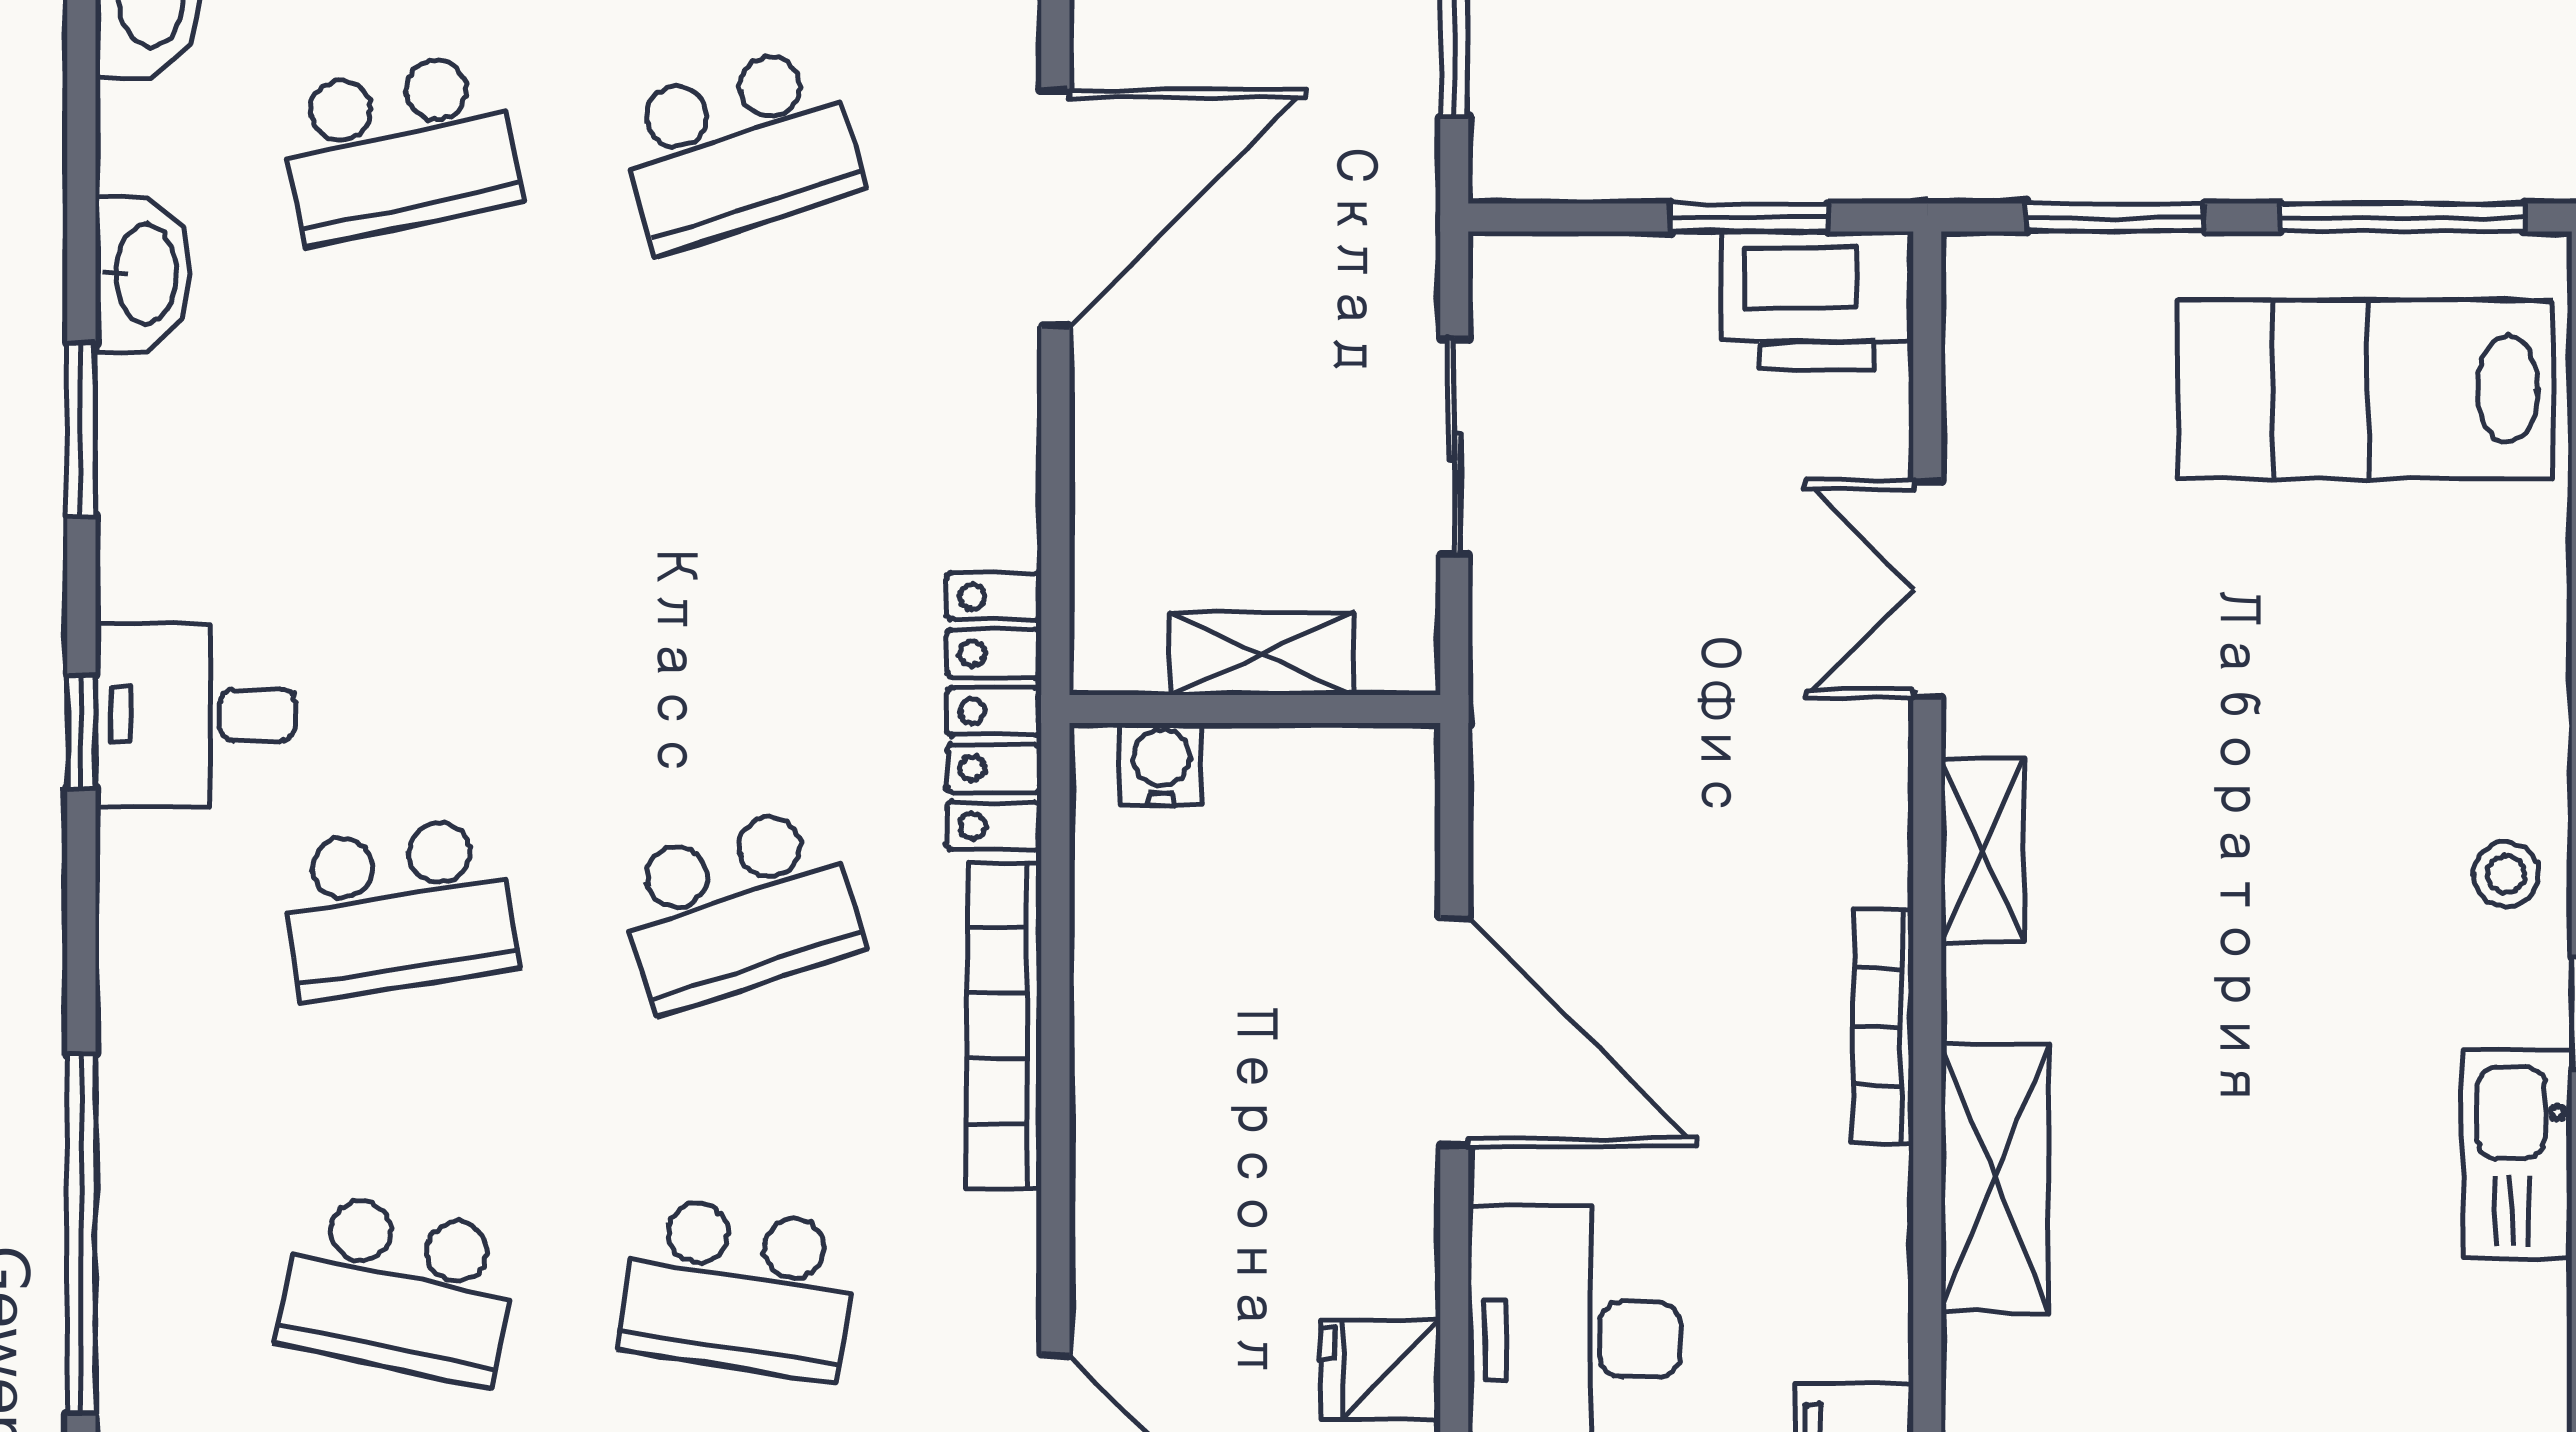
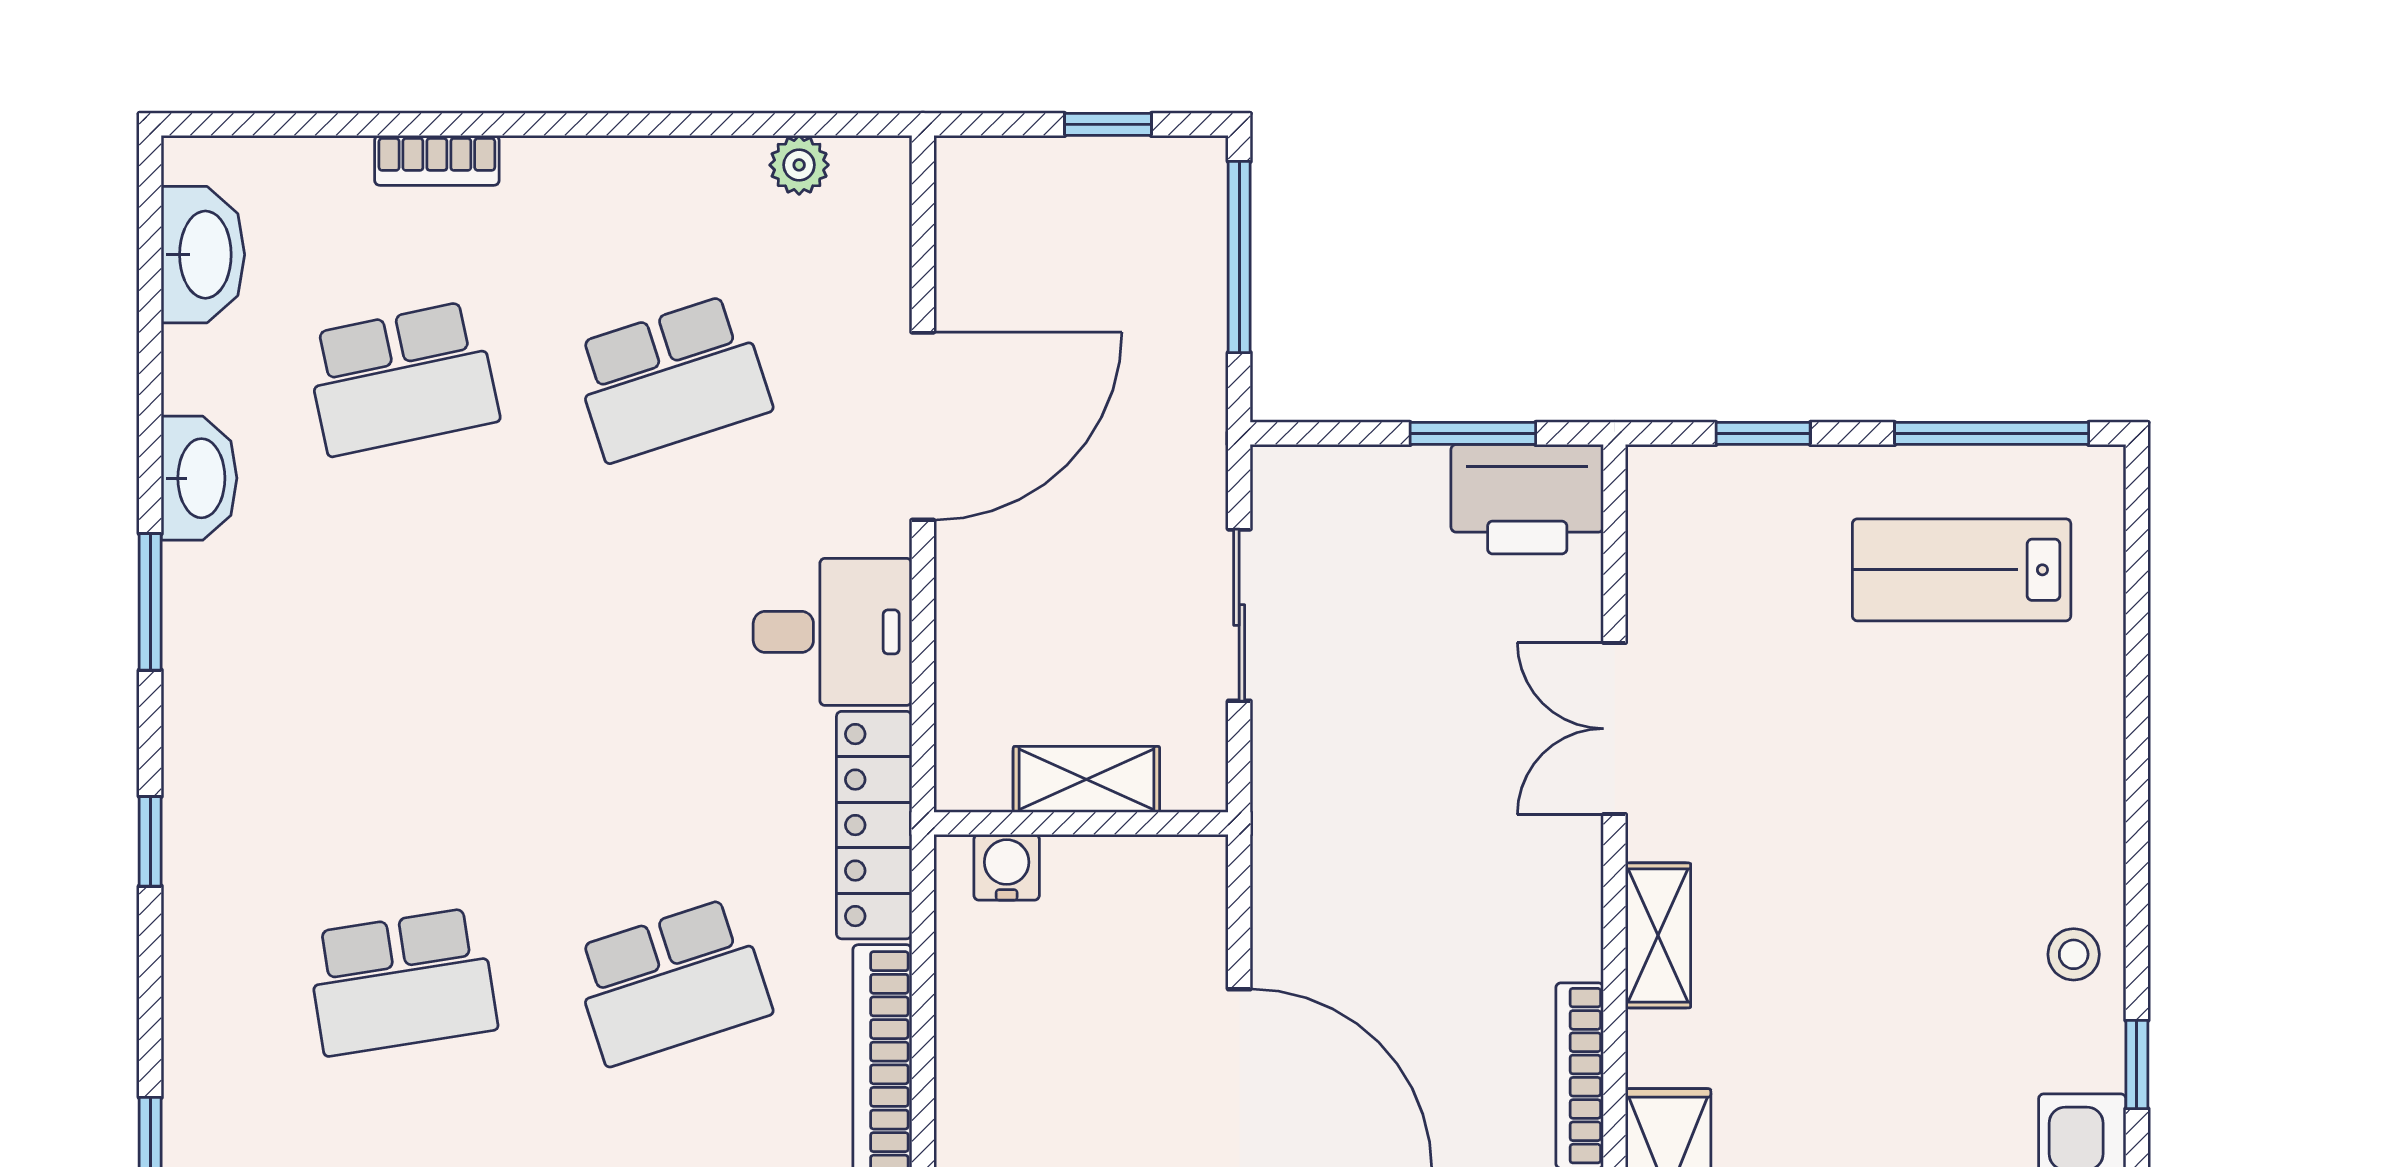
window: (2115, 217) -> (1763, 433), width x0.67
lab bench: (2365, 389) -> (1962, 570), width x0.73, depth x0.72
desk: (195, 715) -> (832, 632), moved, turned 180

